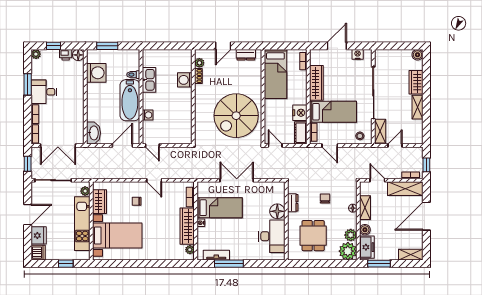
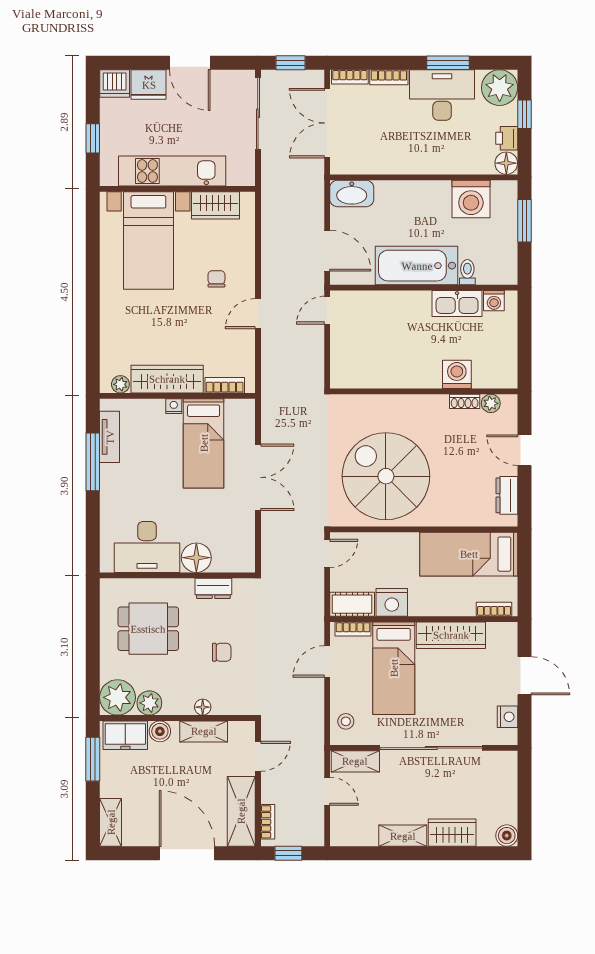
plant: (36, 54) -> (500, 88), width x1.87, depth x1.87
desk: (44, 92) -> (442, 95), width x1.37
washing machine: (148, 115) -> (494, 301), moved
plant: (85, 191) -> (237, 177), removed

